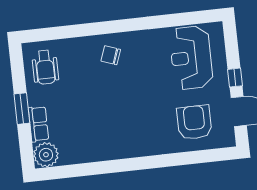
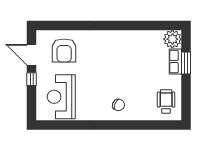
reception desk: (191, 58) -> (61, 97), turned 180
window: (22, 109) -> (186, 63), moved

